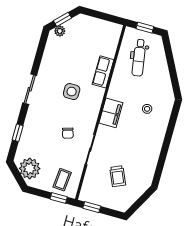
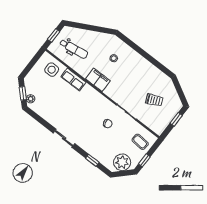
side table: (72, 92) -> (52, 70), moved
filing cabinet: (111, 113) -> (98, 80), moved
window: (59, 198) -> (144, 160), moved
window: (92, 207) -> (176, 119), moved

